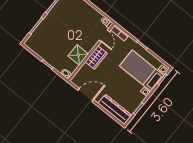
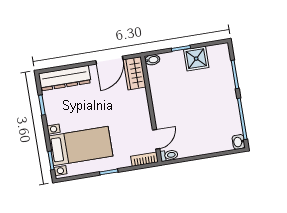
door: (104, 36) -> (156, 139), swing flipped
shower: (78, 55) -> (196, 59), moved
wardrobe: (96, 57) -> (135, 73), moved

